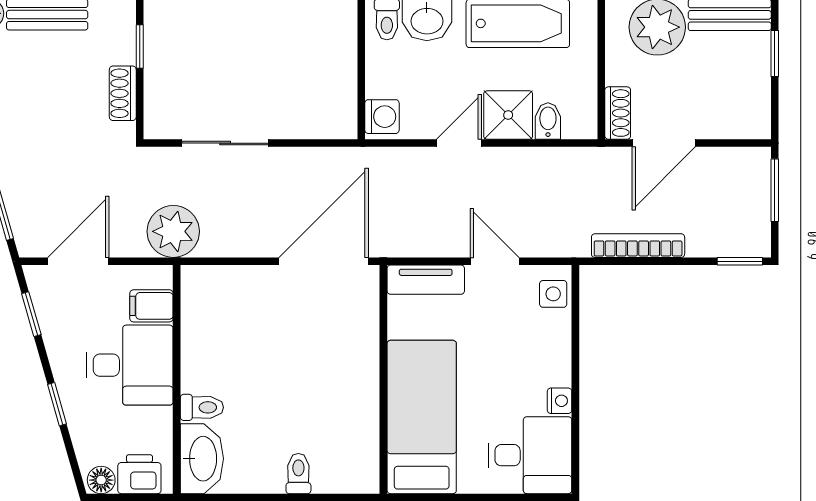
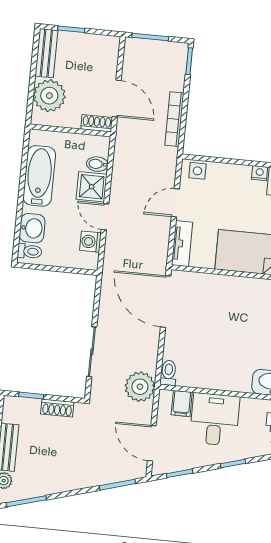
washing machine: (382, 117) -> (91, 242), moved, turned -90
toilet: (202, 407) -> (168, 373), moved

